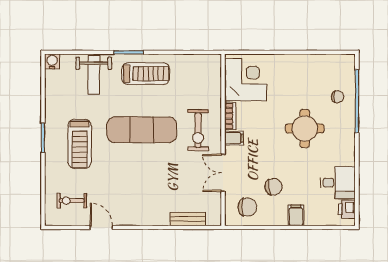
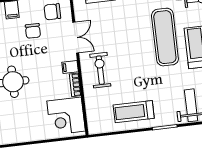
treadmill: (146, 74) -> (134, 112), moved
exercise mat: (142, 130) -> (165, 37), moved, turned 90
chair: (274, 187) -> (33, 31), turned -81

